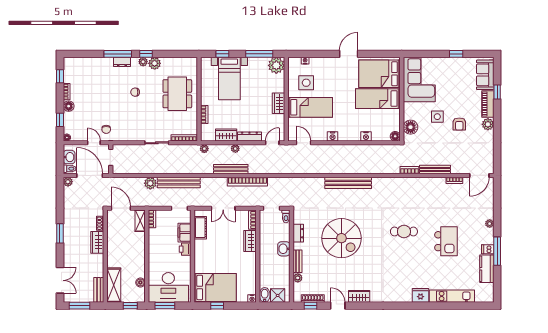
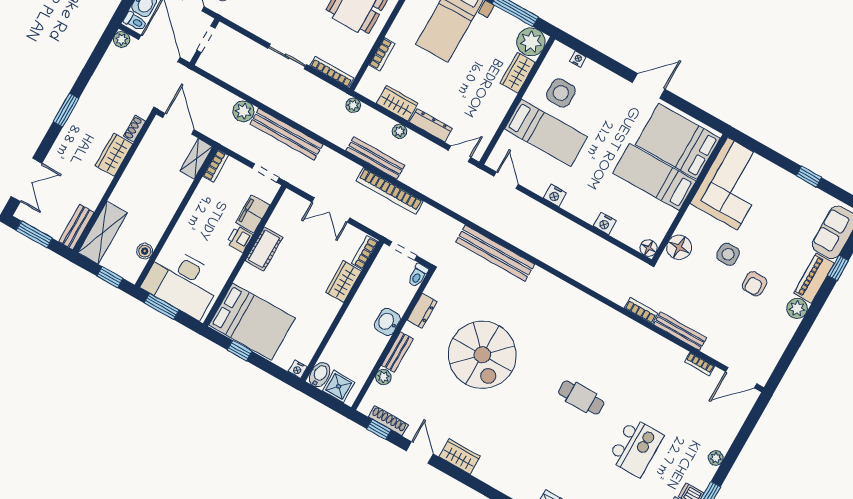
wardrobe: (279, 103) -> (518, 73), moved
bench: (348, 183) -> (495, 253), moved
cot: (200, 228) -> (264, 249), moved

